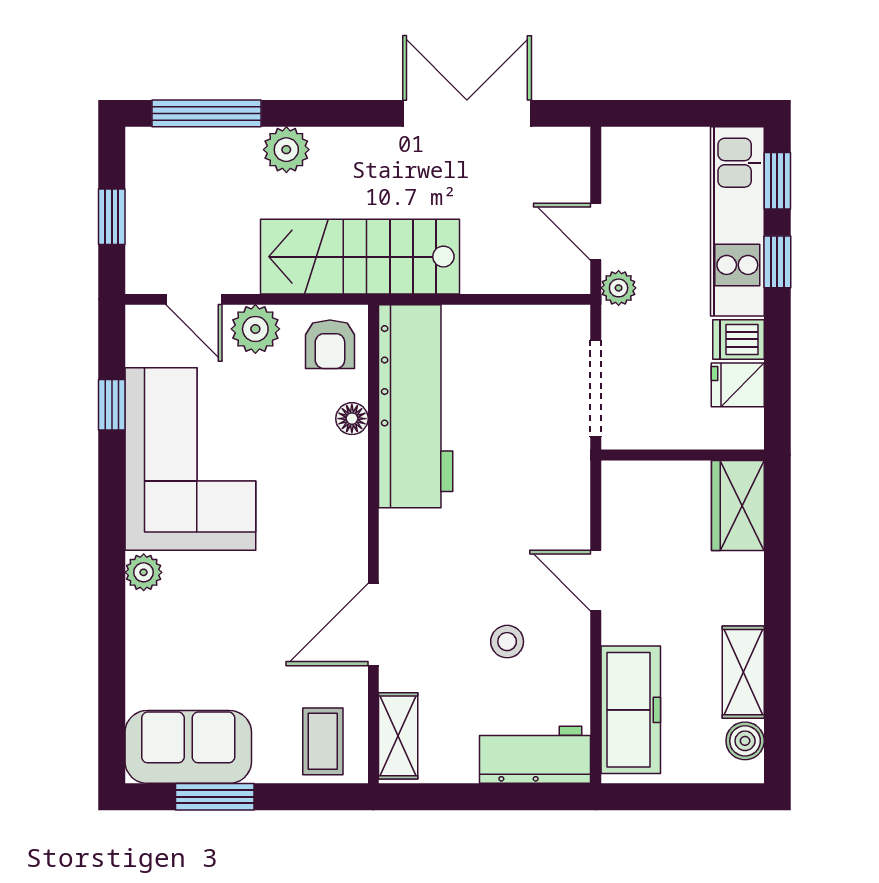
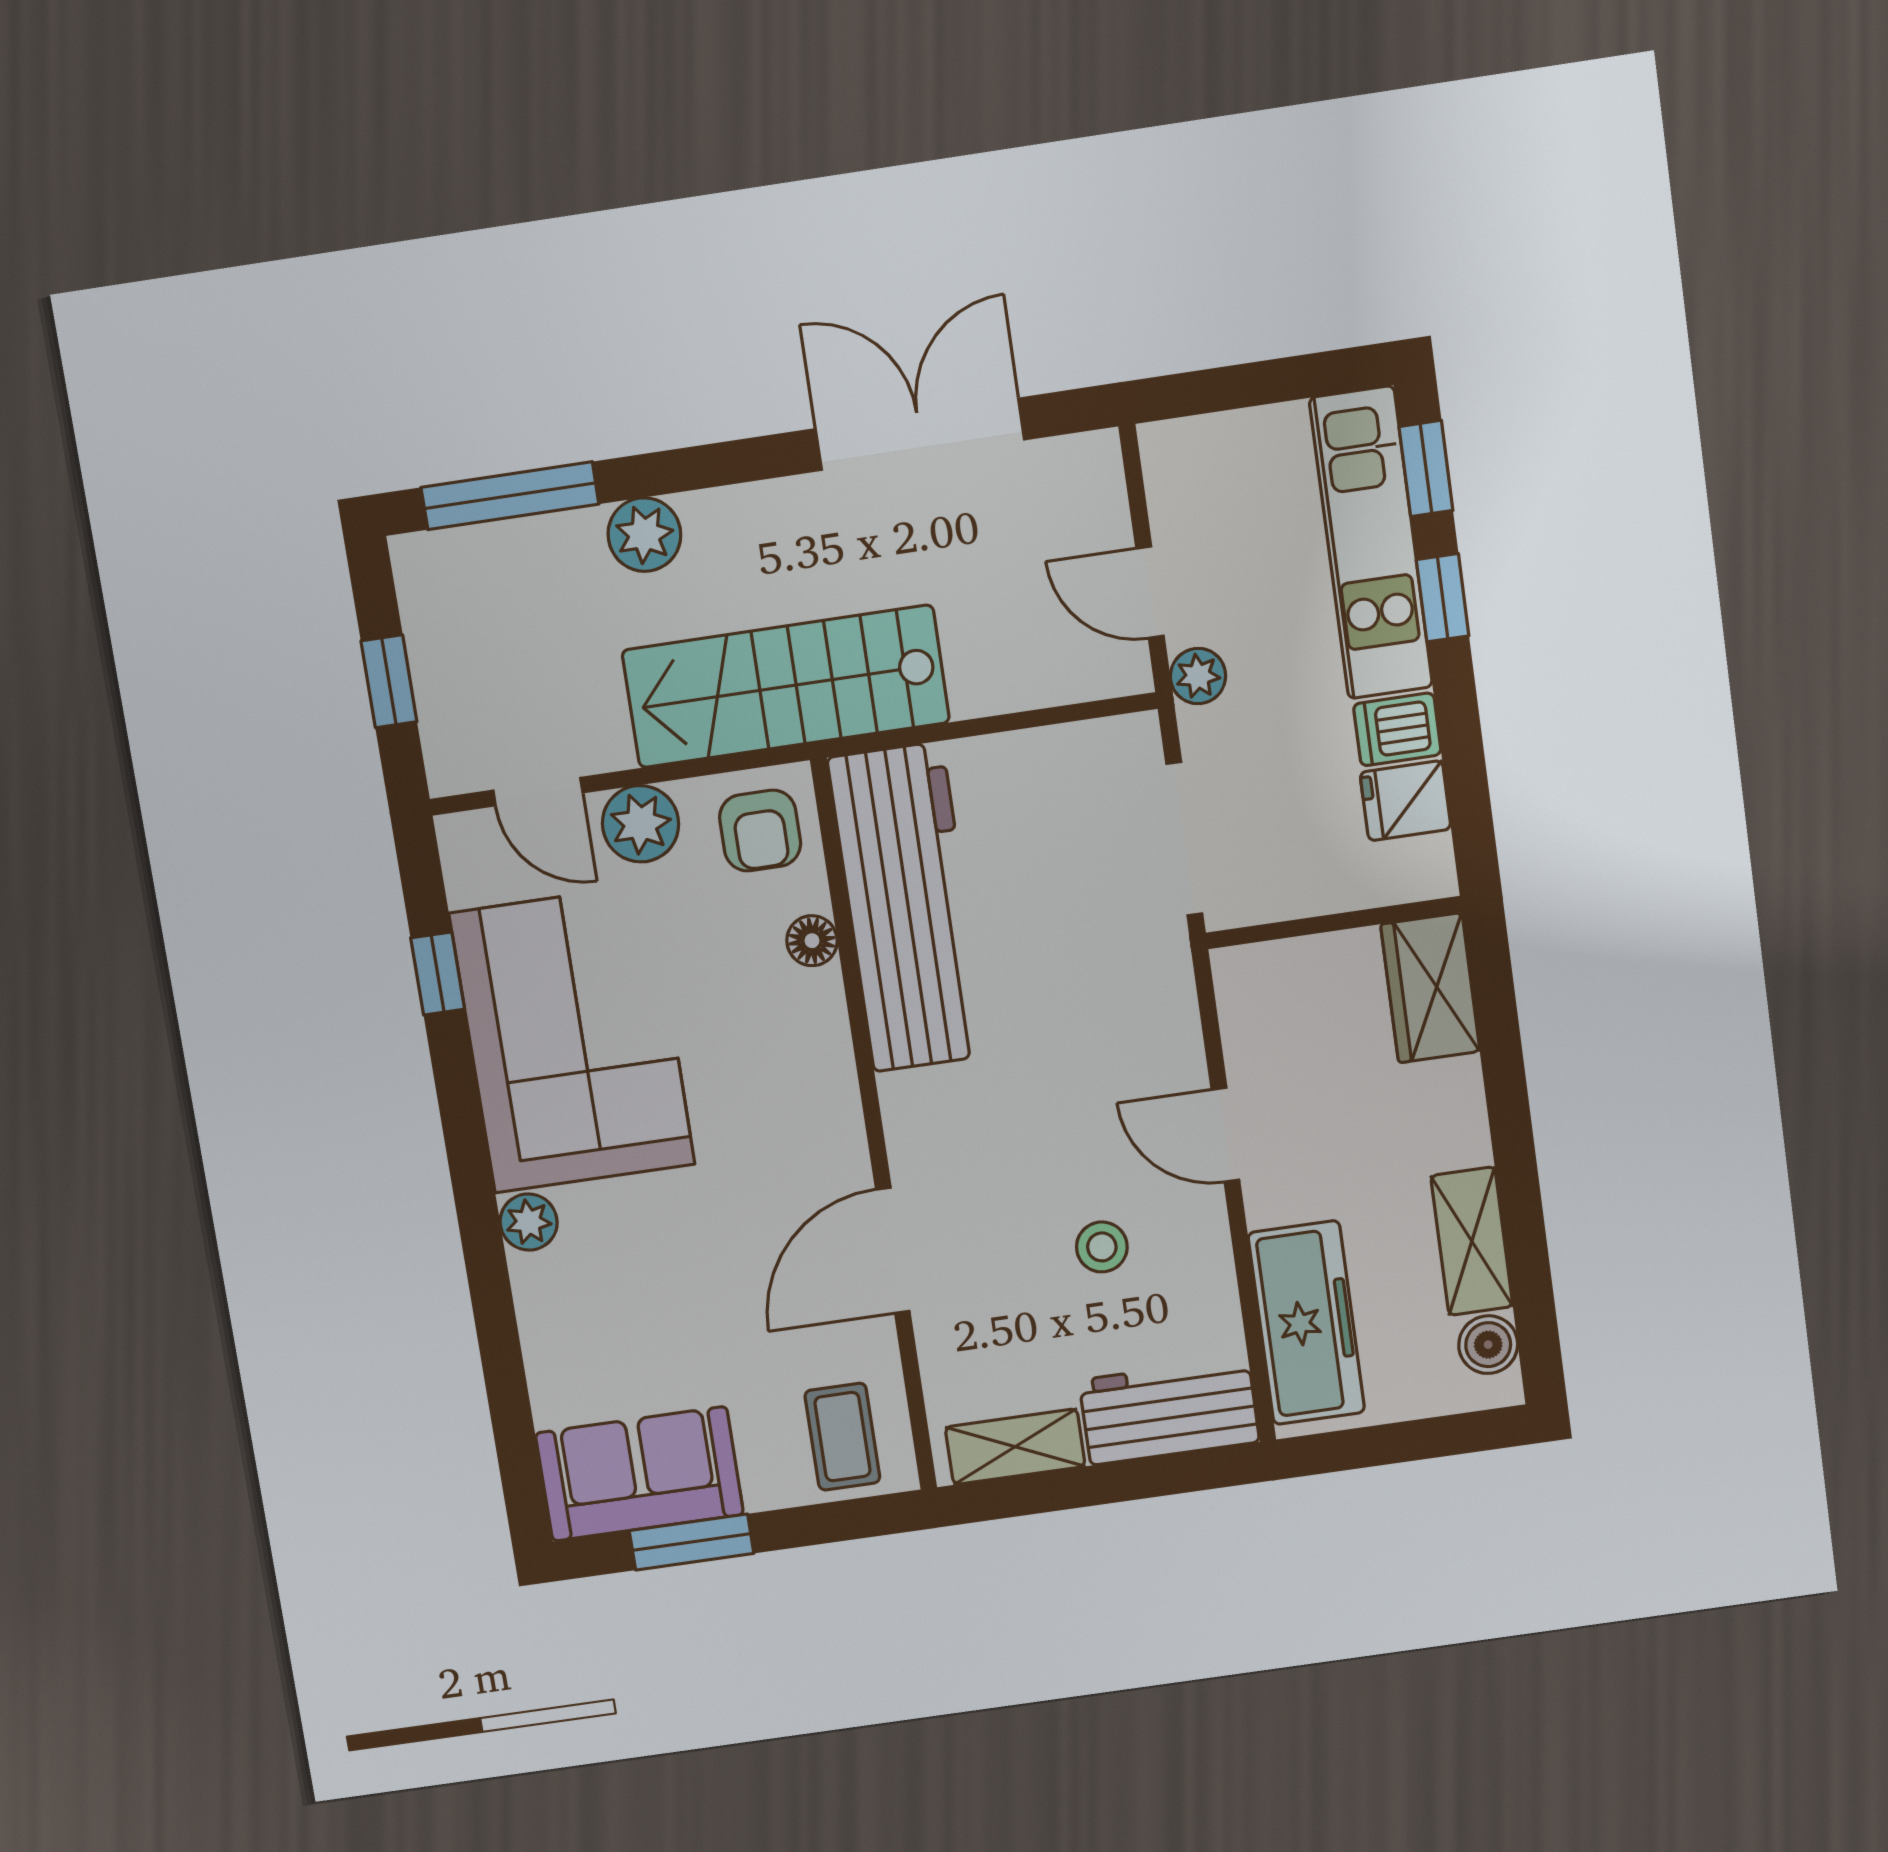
shelving: (398, 736) -> (1015, 1447), moved, turned 90

